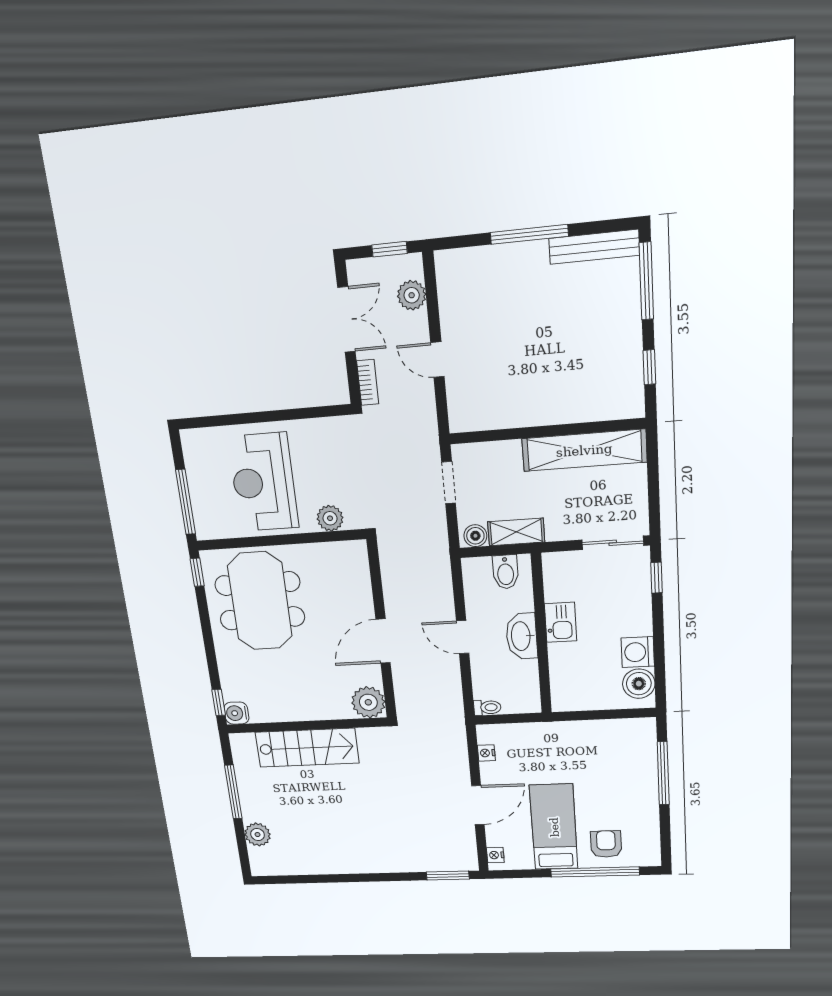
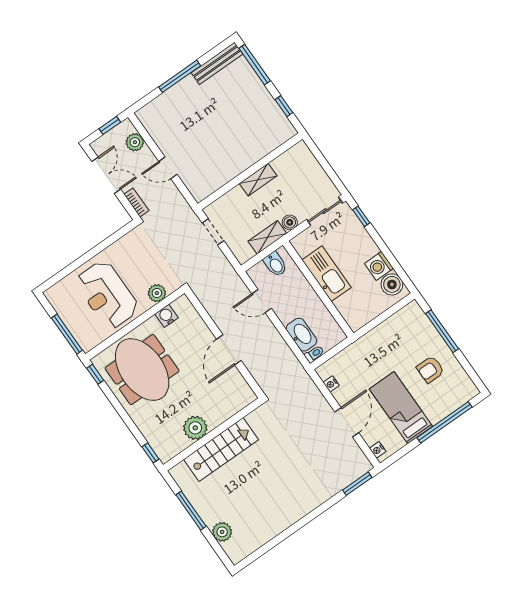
shelving: (584, 450) -> (258, 180), width x0.45, depth x0.75
boiler: (475, 536) -> (290, 222), moved
kitchen sink: (561, 622) -> (327, 274), width x1.88, depth x1.24
washbasin: (522, 636) -> (301, 335), moved, turned 180
door: (463, 637) -> (262, 301), moved
plant: (368, 702) -> (195, 428), moved
water cooler: (237, 713) -> (167, 316), moved, turned 90
armchair: (606, 844) -> (430, 369), moved, turned -90

